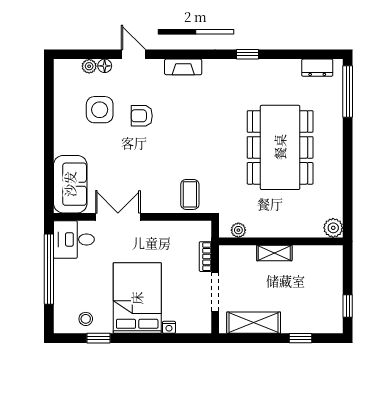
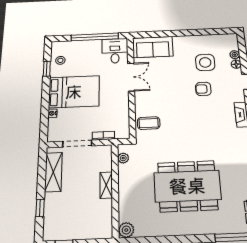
armchair: (142, 116) -> (203, 89), turned -90

